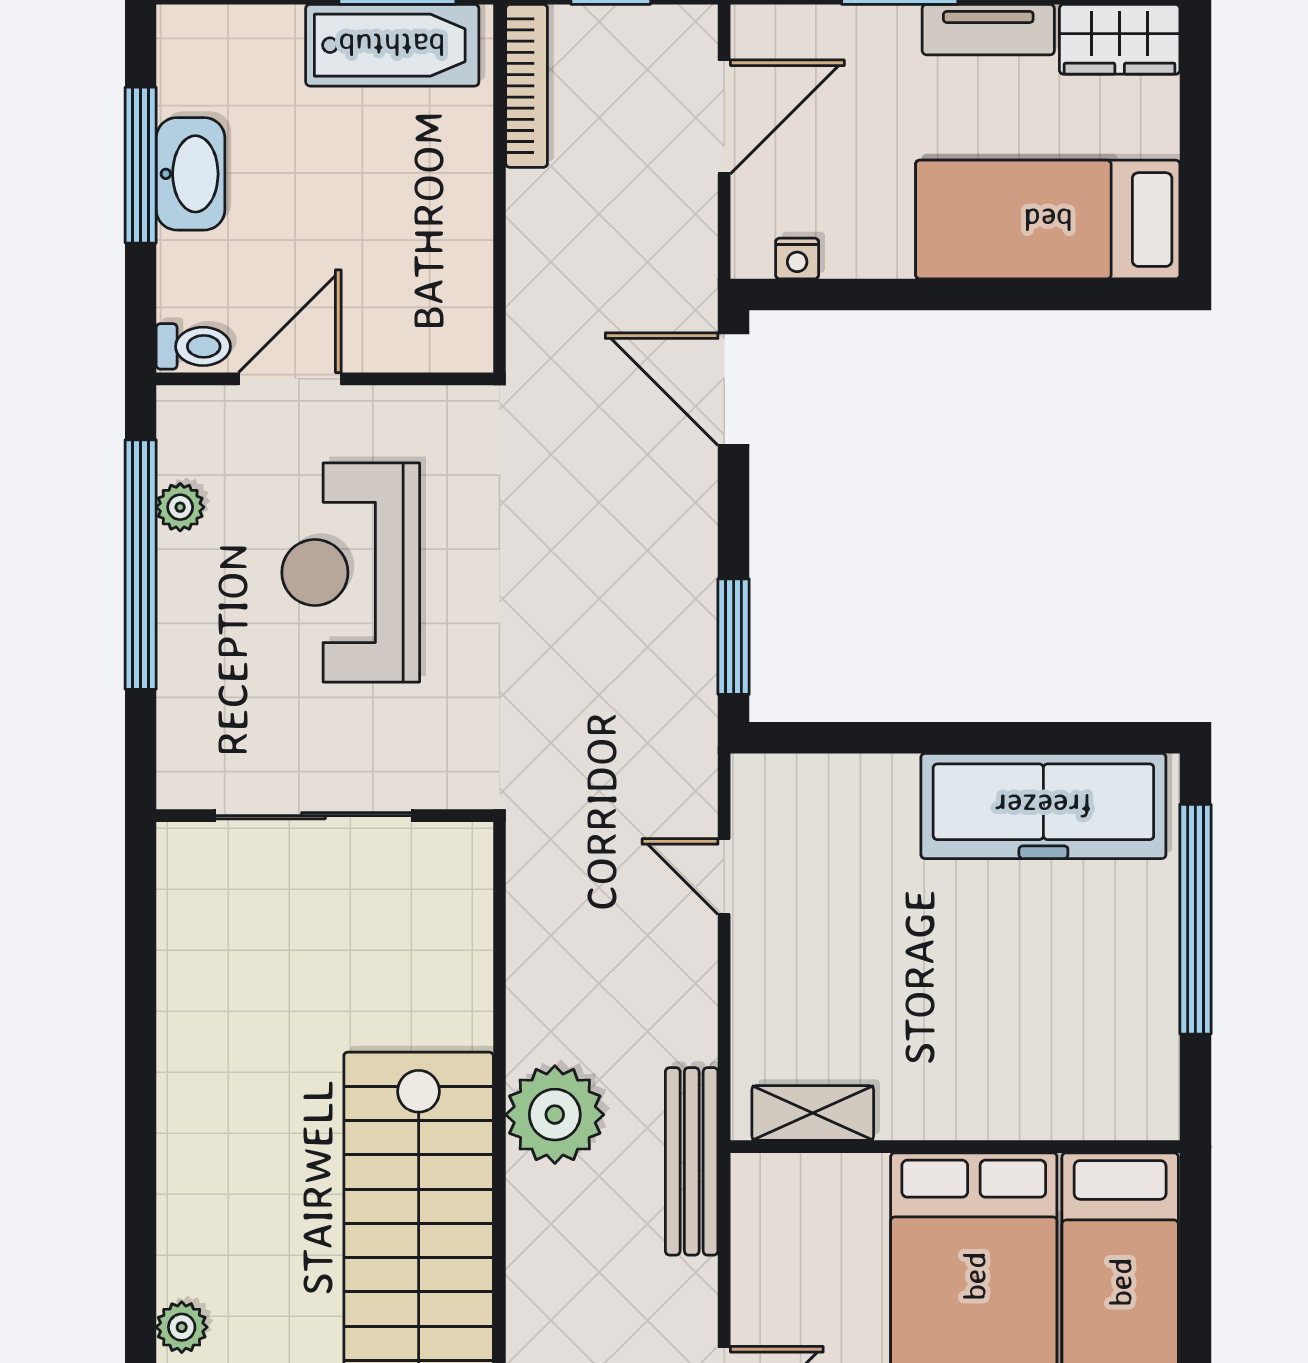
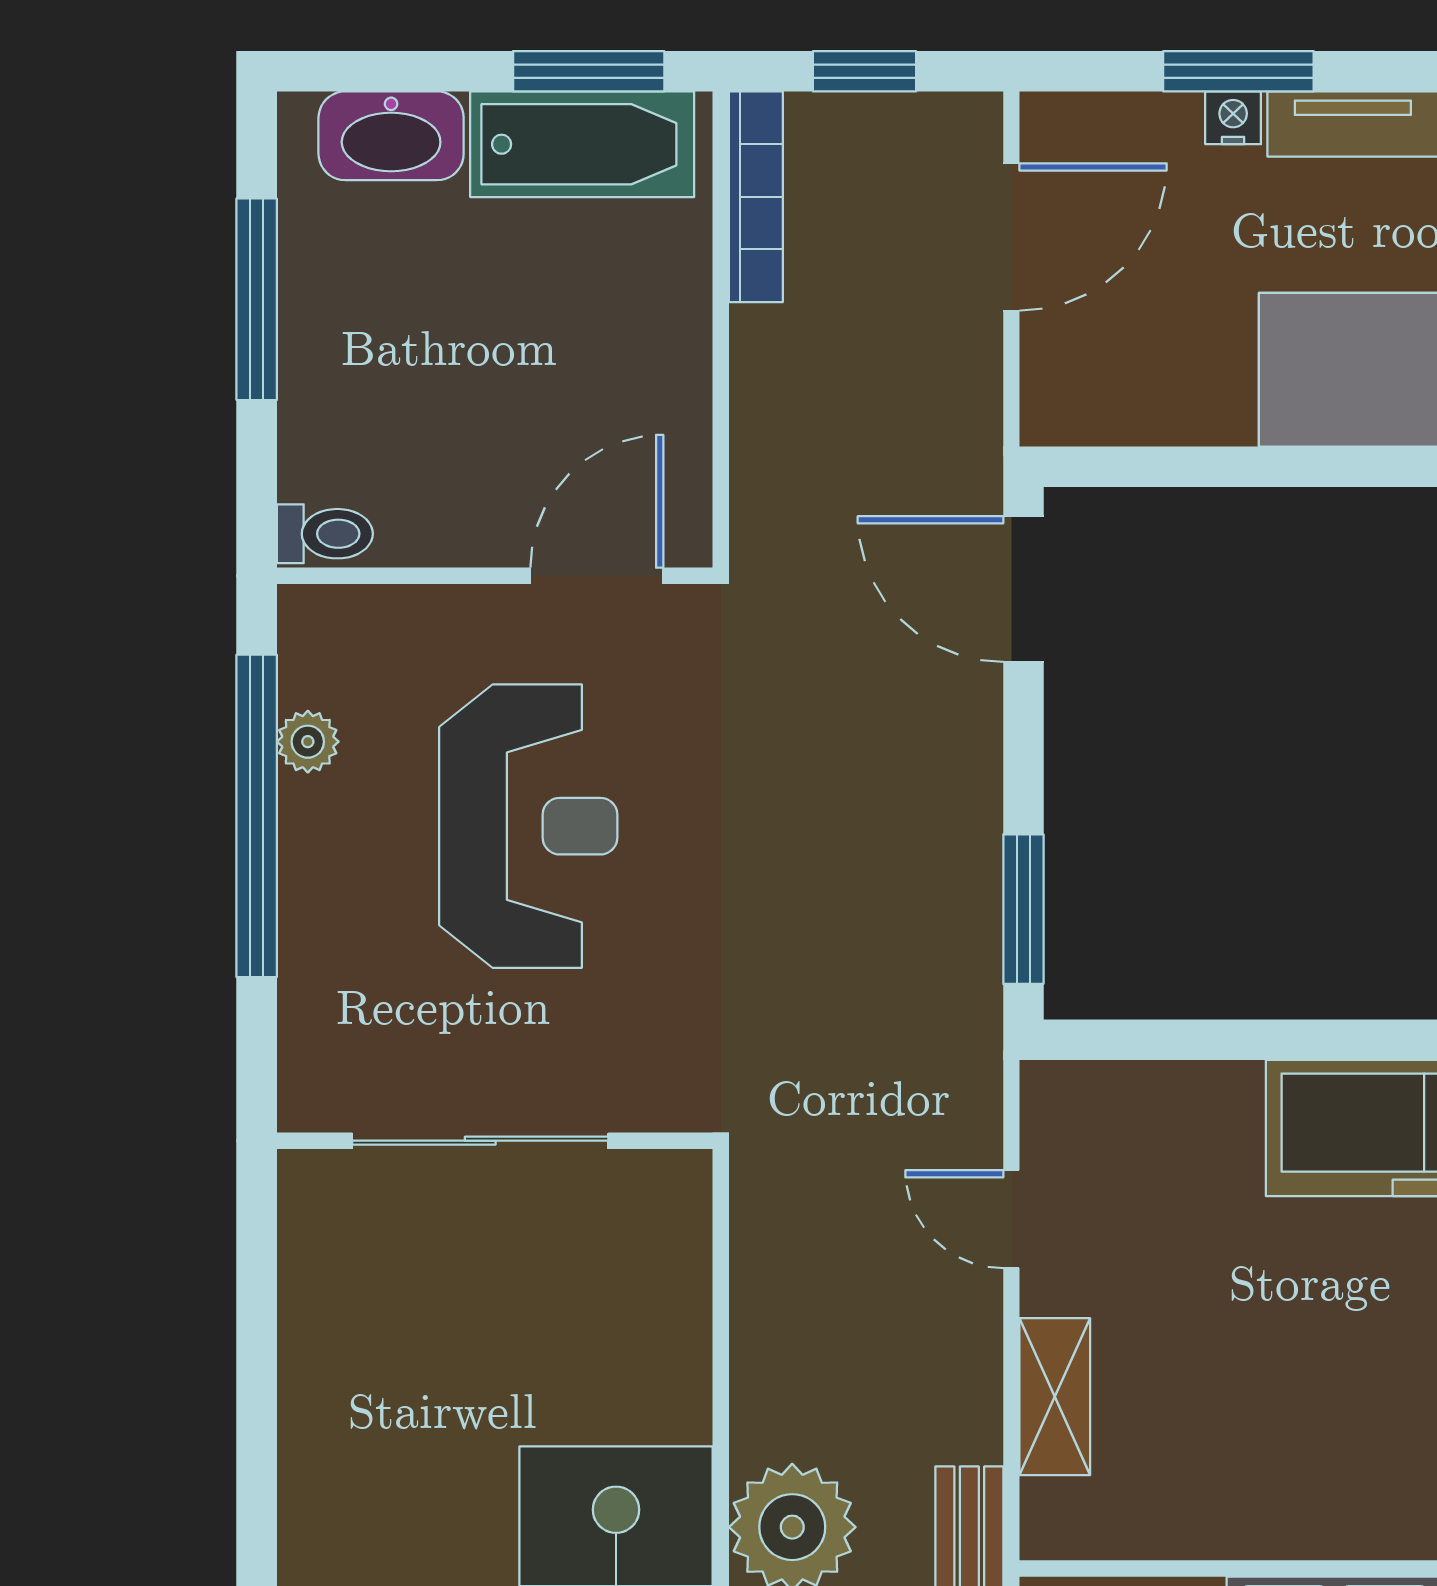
washbasin: (191, 174) -> (391, 136), moved, turned 90
nightstand: (797, 259) -> (1233, 118), moved, turned 180
door: (290, 379) -> (597, 576), moved
reception desk: (351, 572) -> (528, 826), turned 180
shelving: (813, 1113) -> (1055, 1397), moved, turned 90

